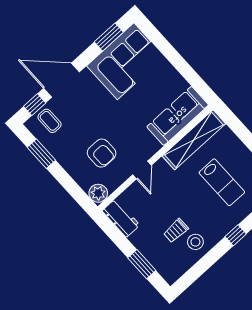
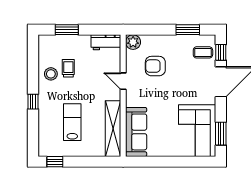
lab bench: (222, 182) -> (72, 122), turned 90

